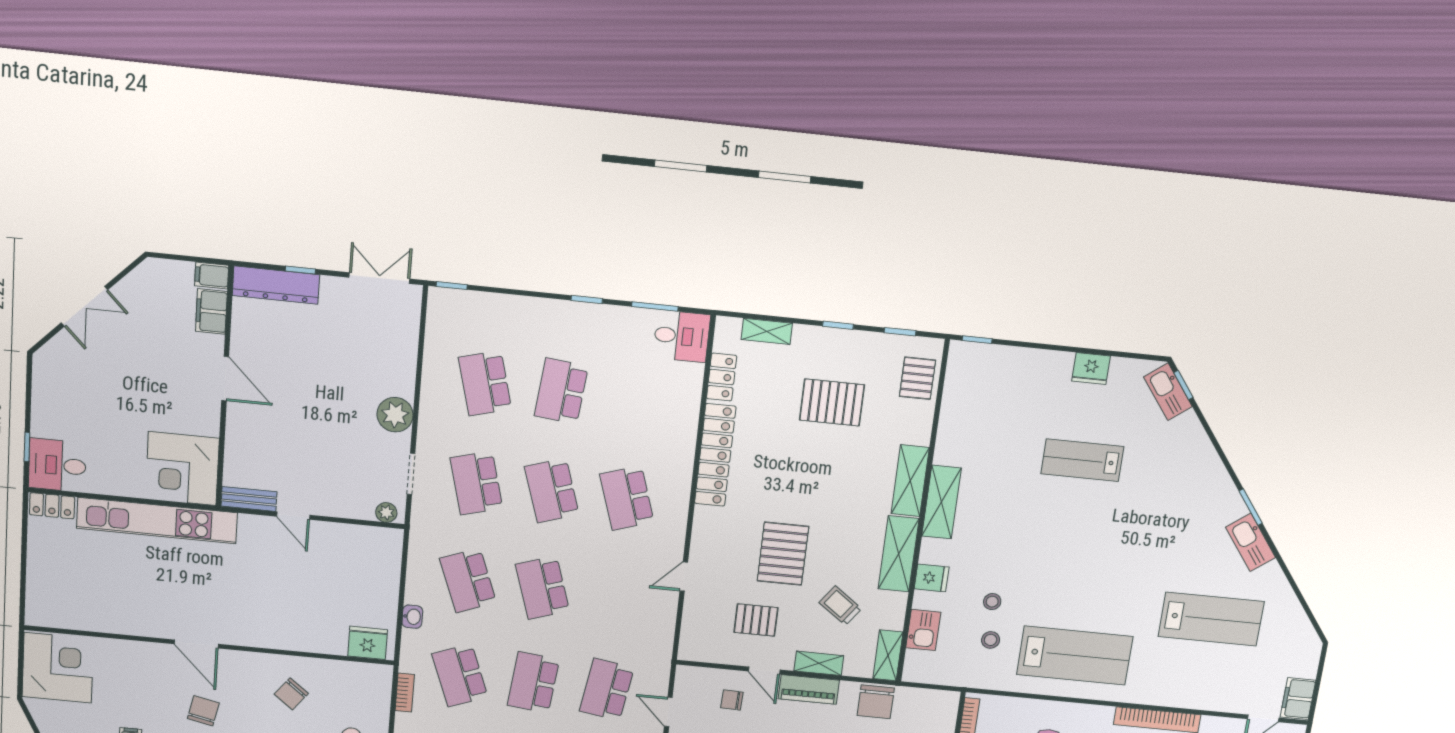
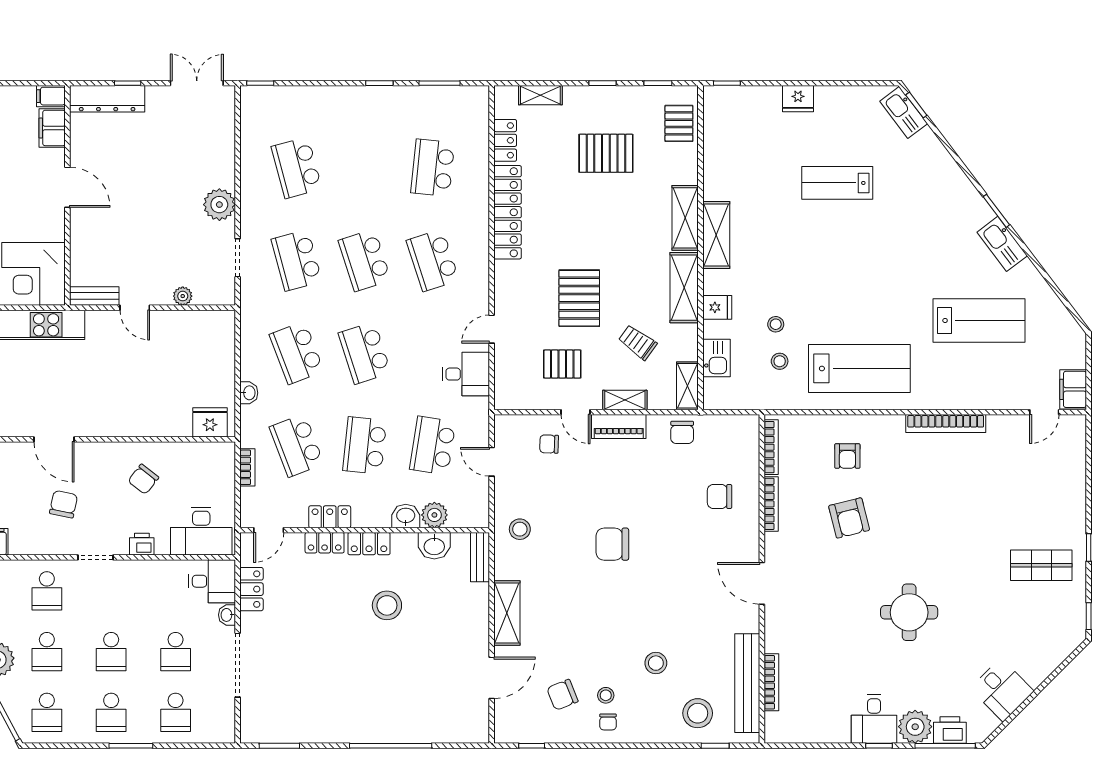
desk: (682, 336) -> (466, 374), moved
fridge: (1091, 369) -> (798, 99), moved
school desk: (561, 391) -> (433, 168), moved
plant: (386, 512) -> (183, 296), moved
chair: (876, 702) -> (682, 432), width x0.73, depth x0.73

